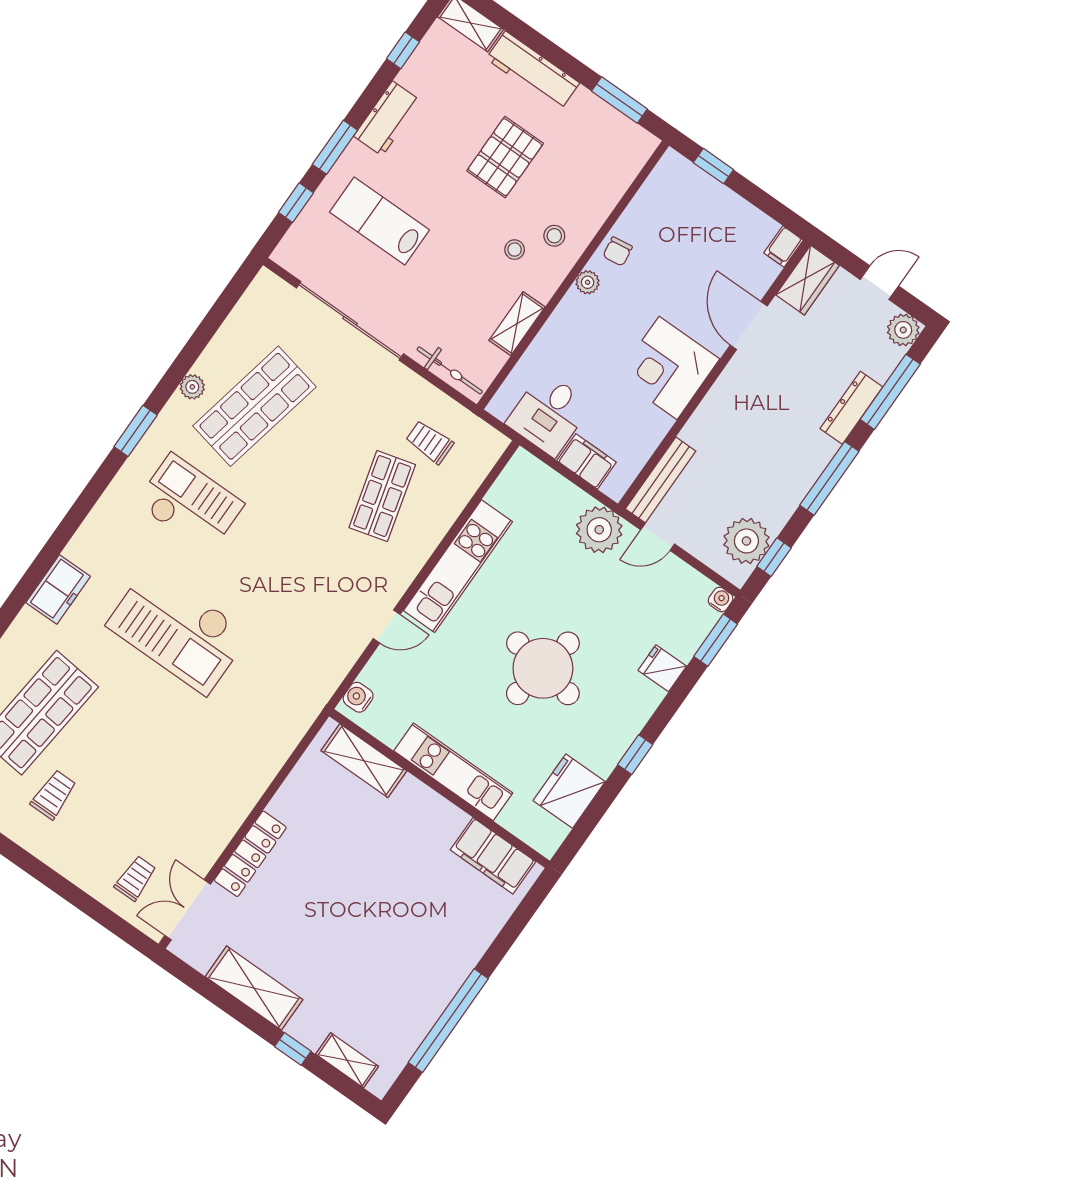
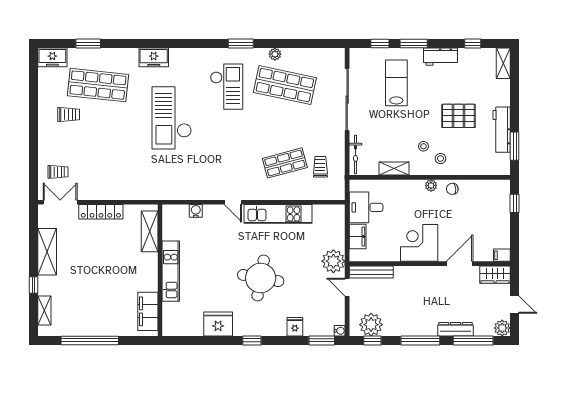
workbench: (533, 71) -> (502, 130), moved
shelving: (364, 761) -> (150, 231), moved
kitchen unit: (453, 772) -> (171, 271), moved
wall: (439, 788) -> (160, 270), moved
filing cabinet: (493, 856) -> (148, 311), moved

